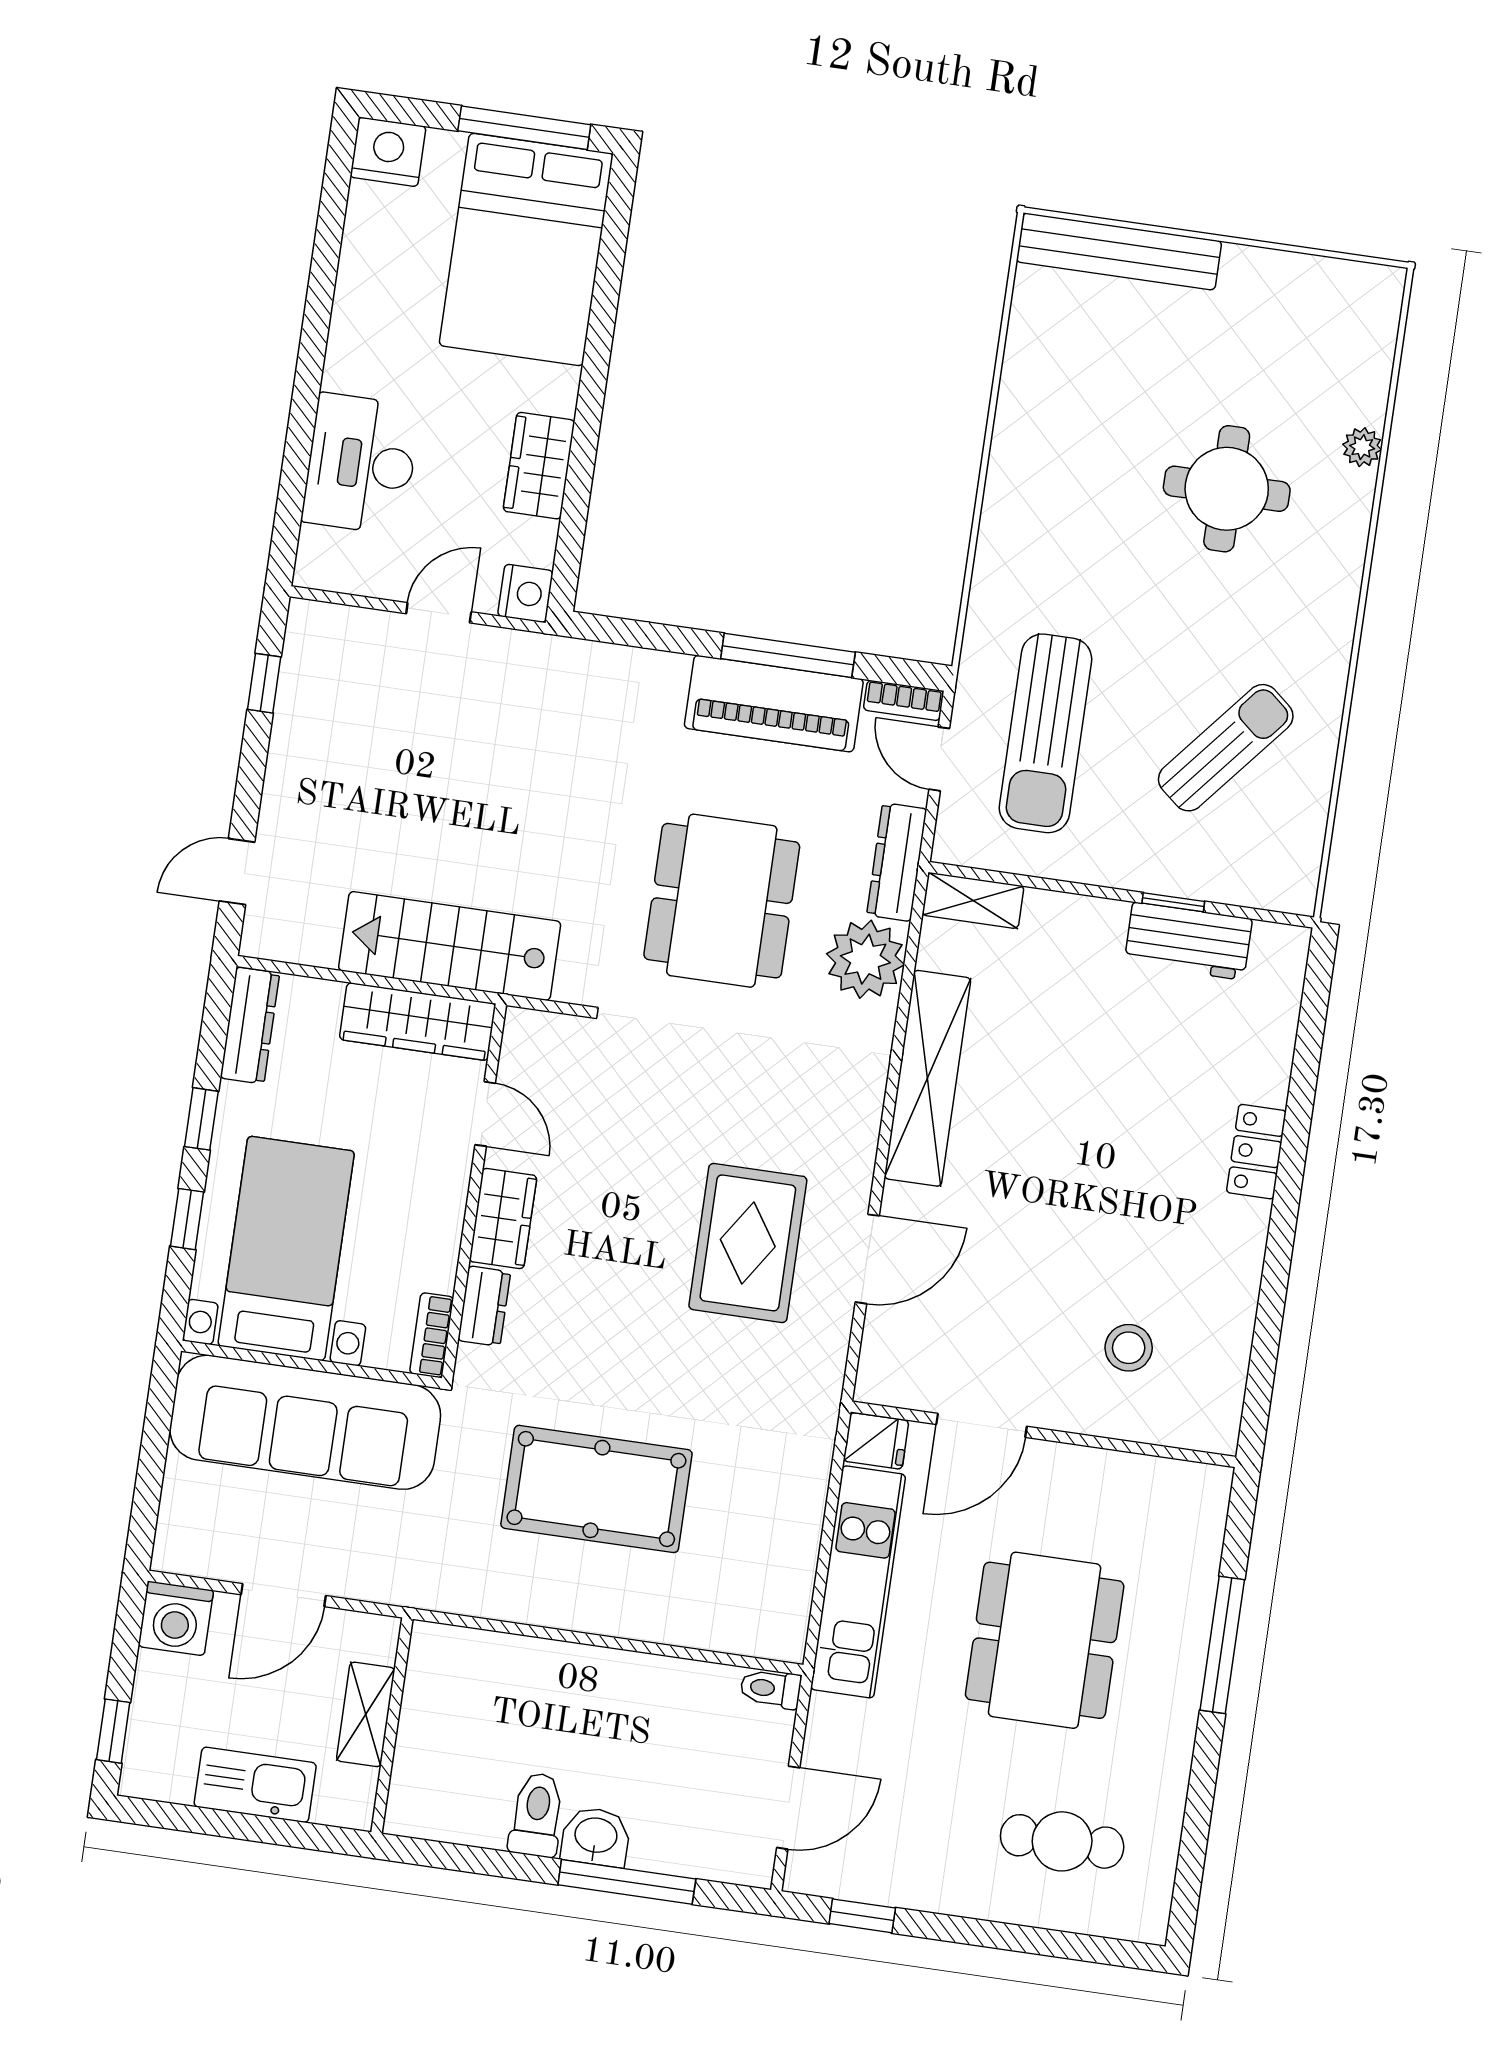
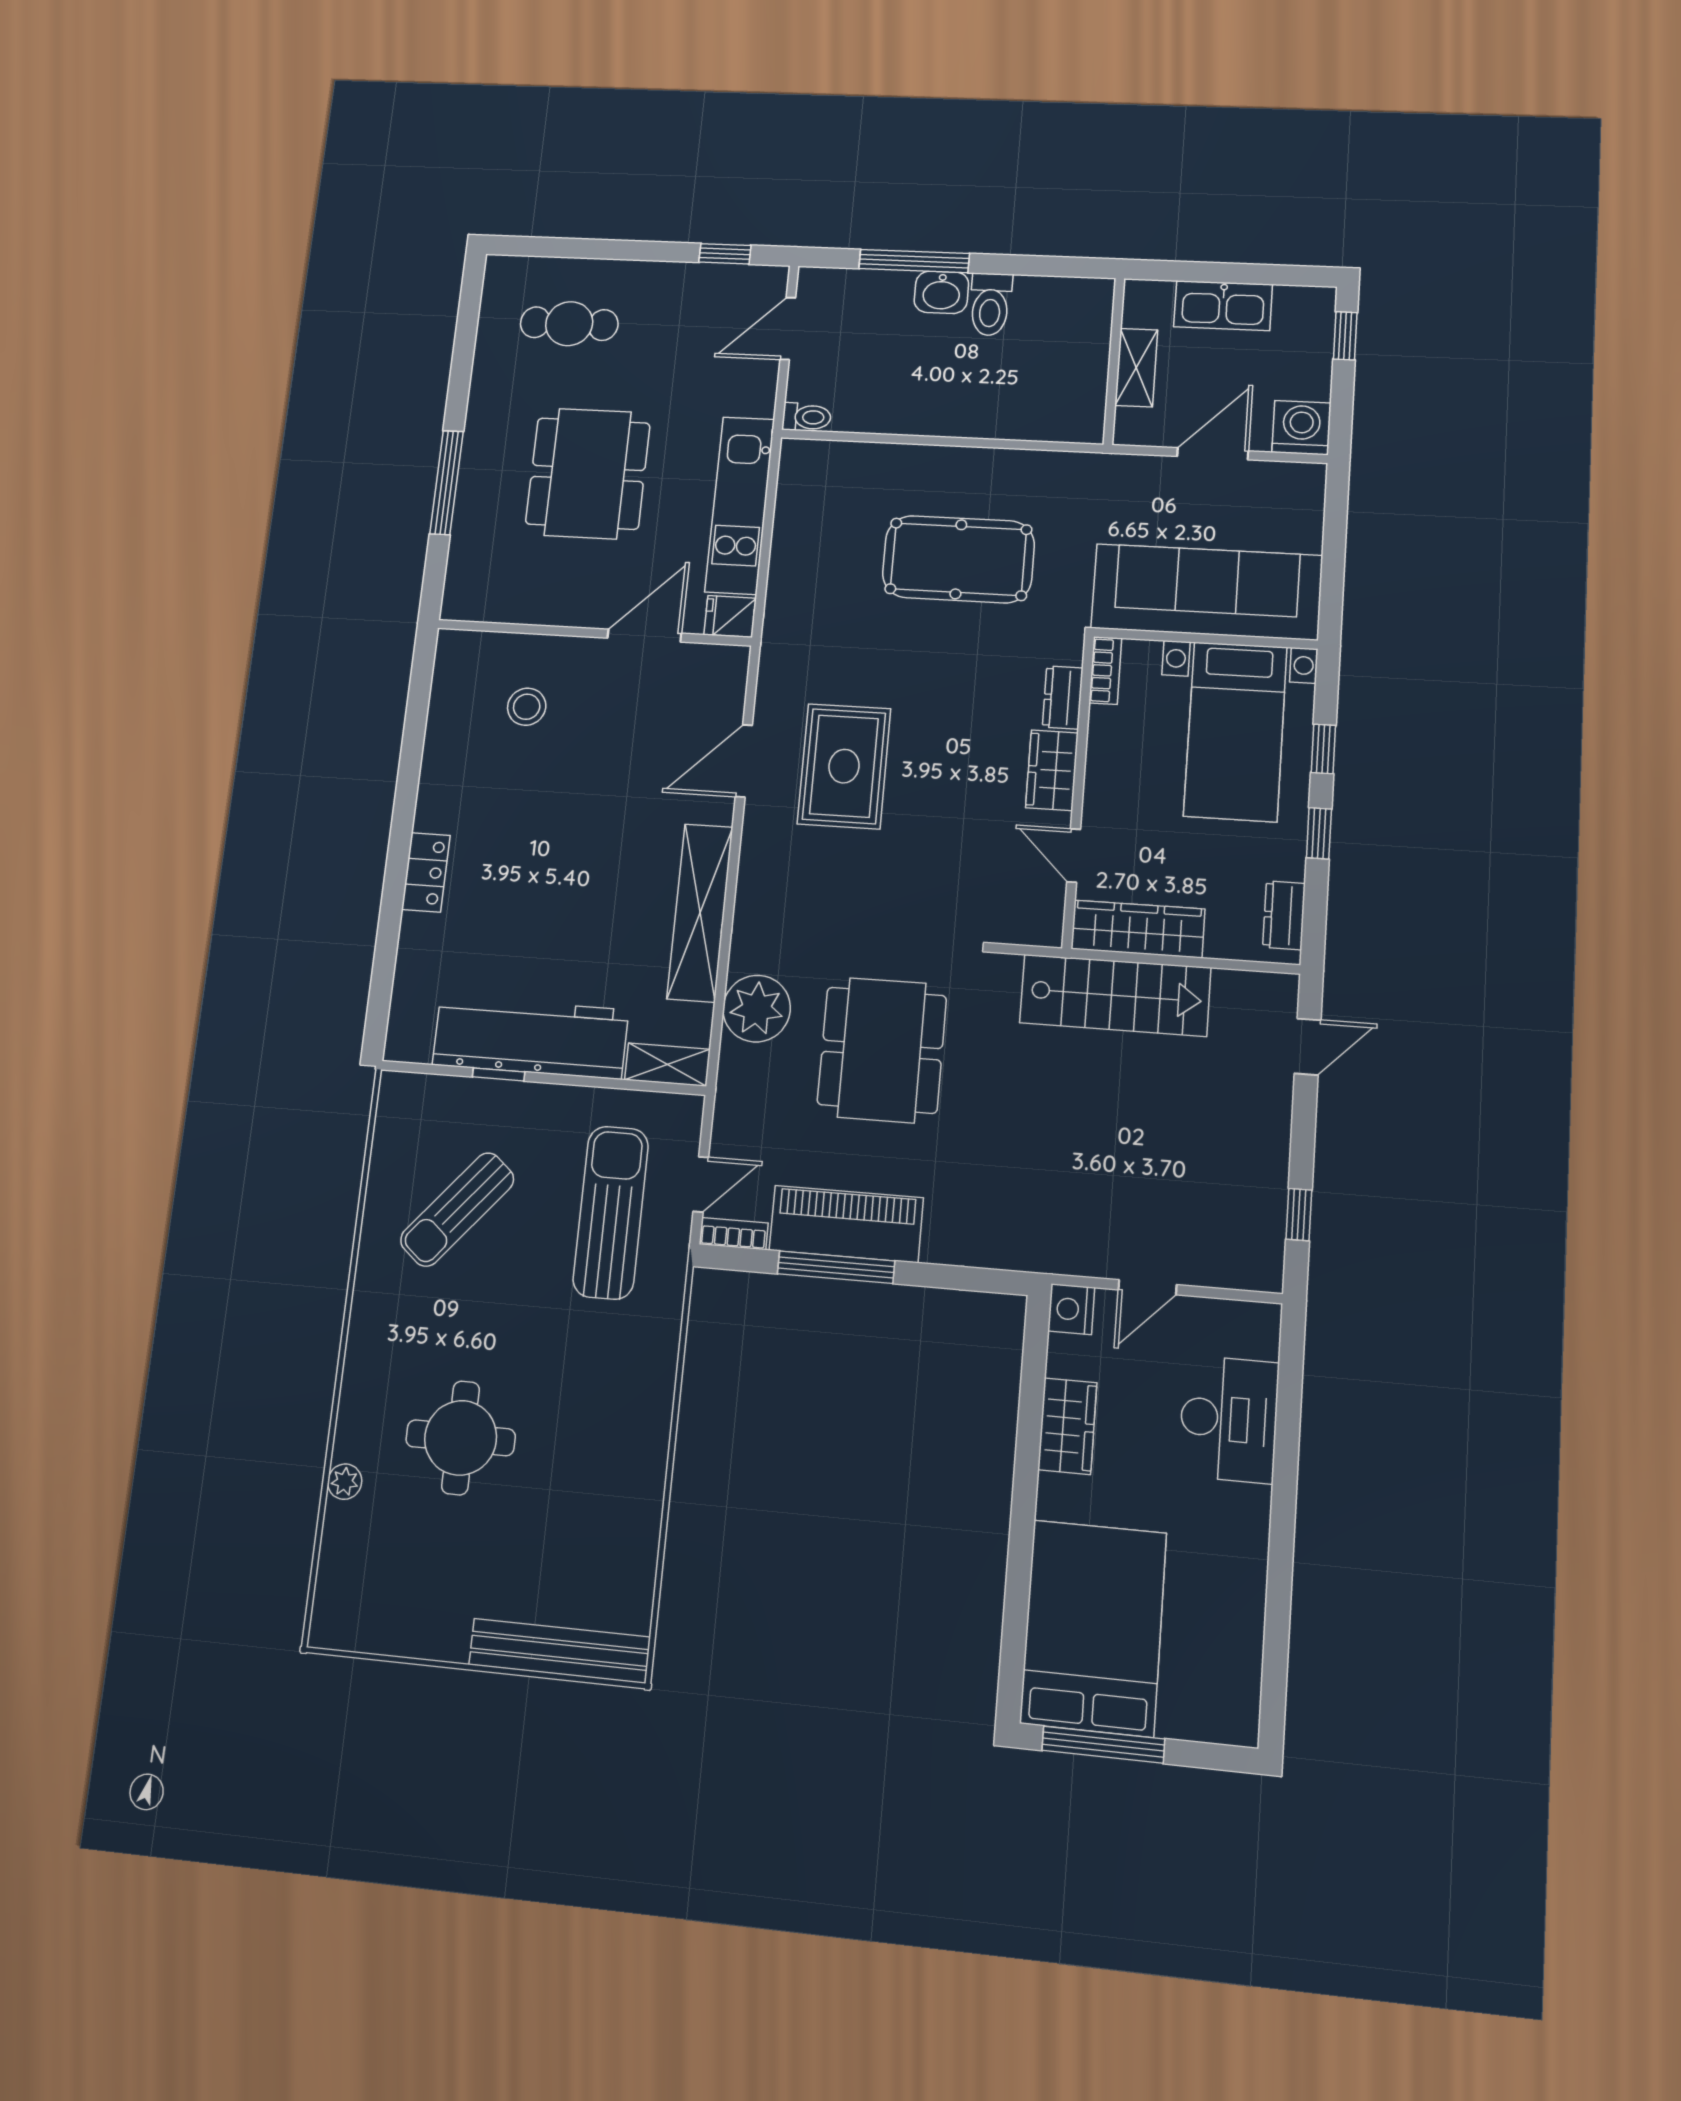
nightstand: (388, 152) -> (1228, 1716), removed
door: (939, 759) -> (701, 1184), hinge flipped
dresser: (897, 862) -> (734, 1093), removed
workbench: (1188, 941) -> (530, 1037), width x1.88, depth x1.32
dresser: (250, 1026) -> (1284, 915), width x0.70

